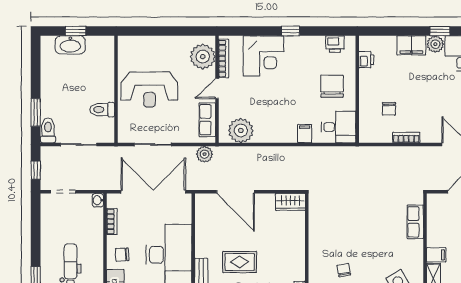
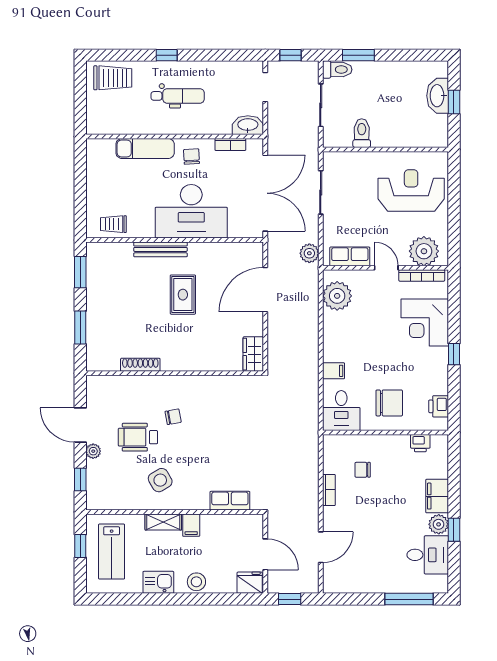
reception desk: (150, 90) -> (411, 191), moved, turned 90
washbasin: (98, 200) -> (248, 125), width x1.91, depth x1.45

